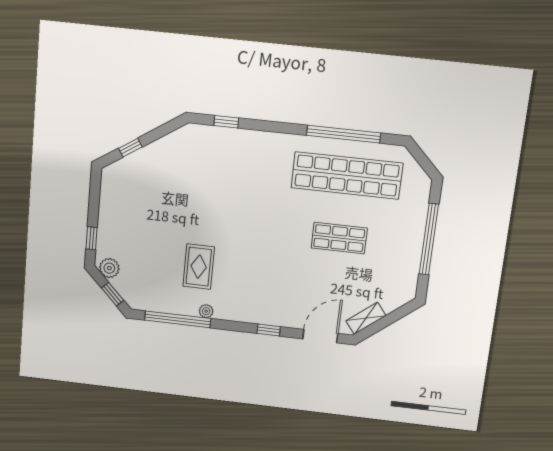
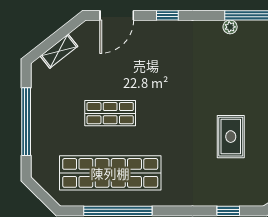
rug: (199, 267) -> (231, 137), moved
shelving: (366, 318) -> (59, 51), moved

